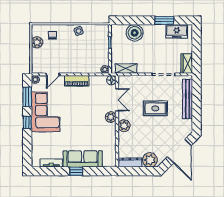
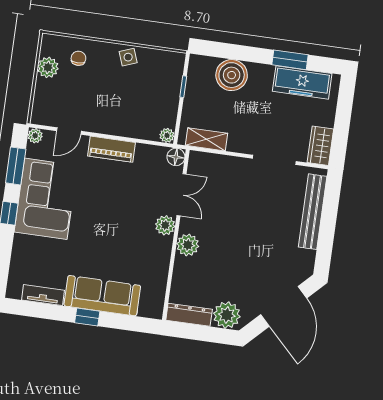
freezer: (177, 31) -> (302, 82), width x1.40
rug: (155, 108) -> (250, 221), removed

